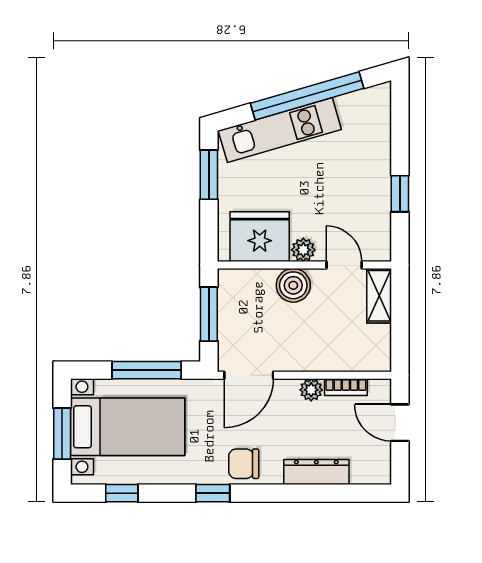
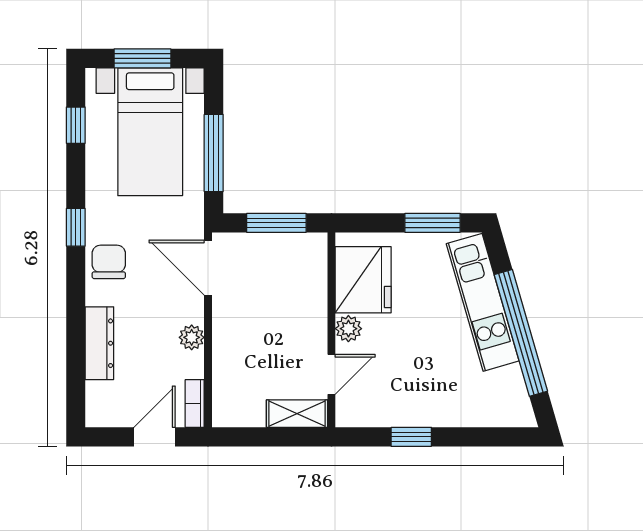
boiler: (293, 285) -> (309, 317), removed
bookcase: (346, 387) -> (195, 403), moved

